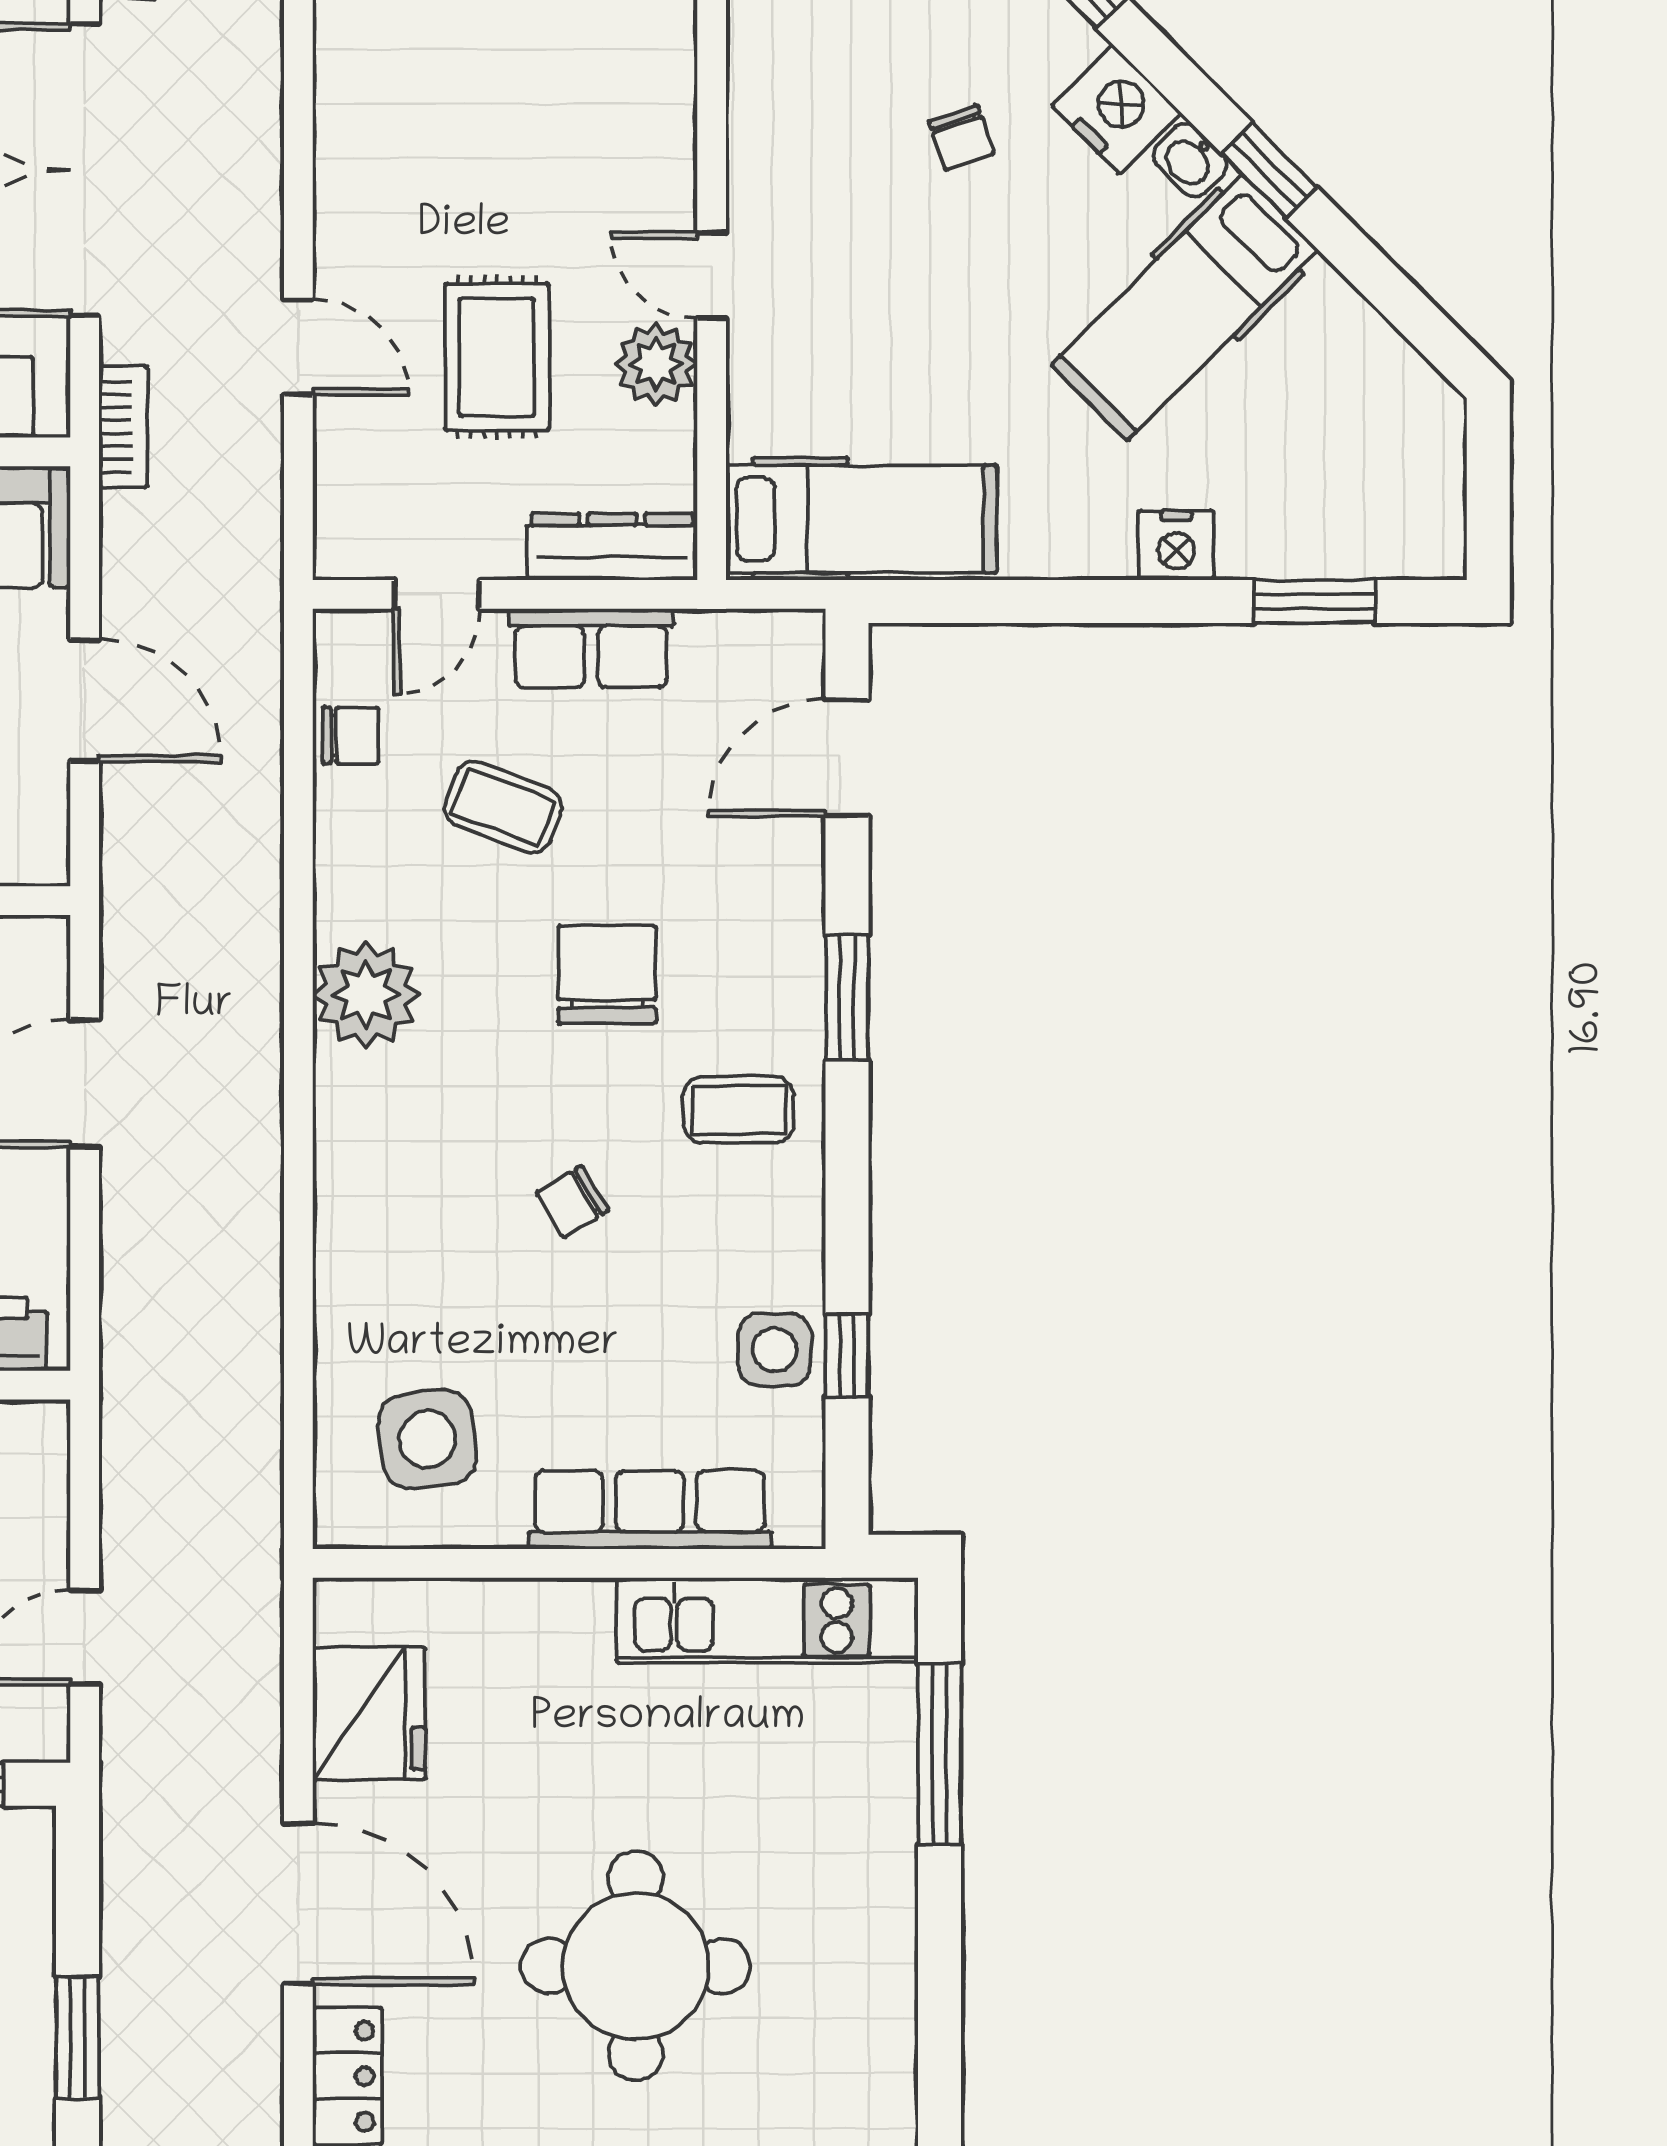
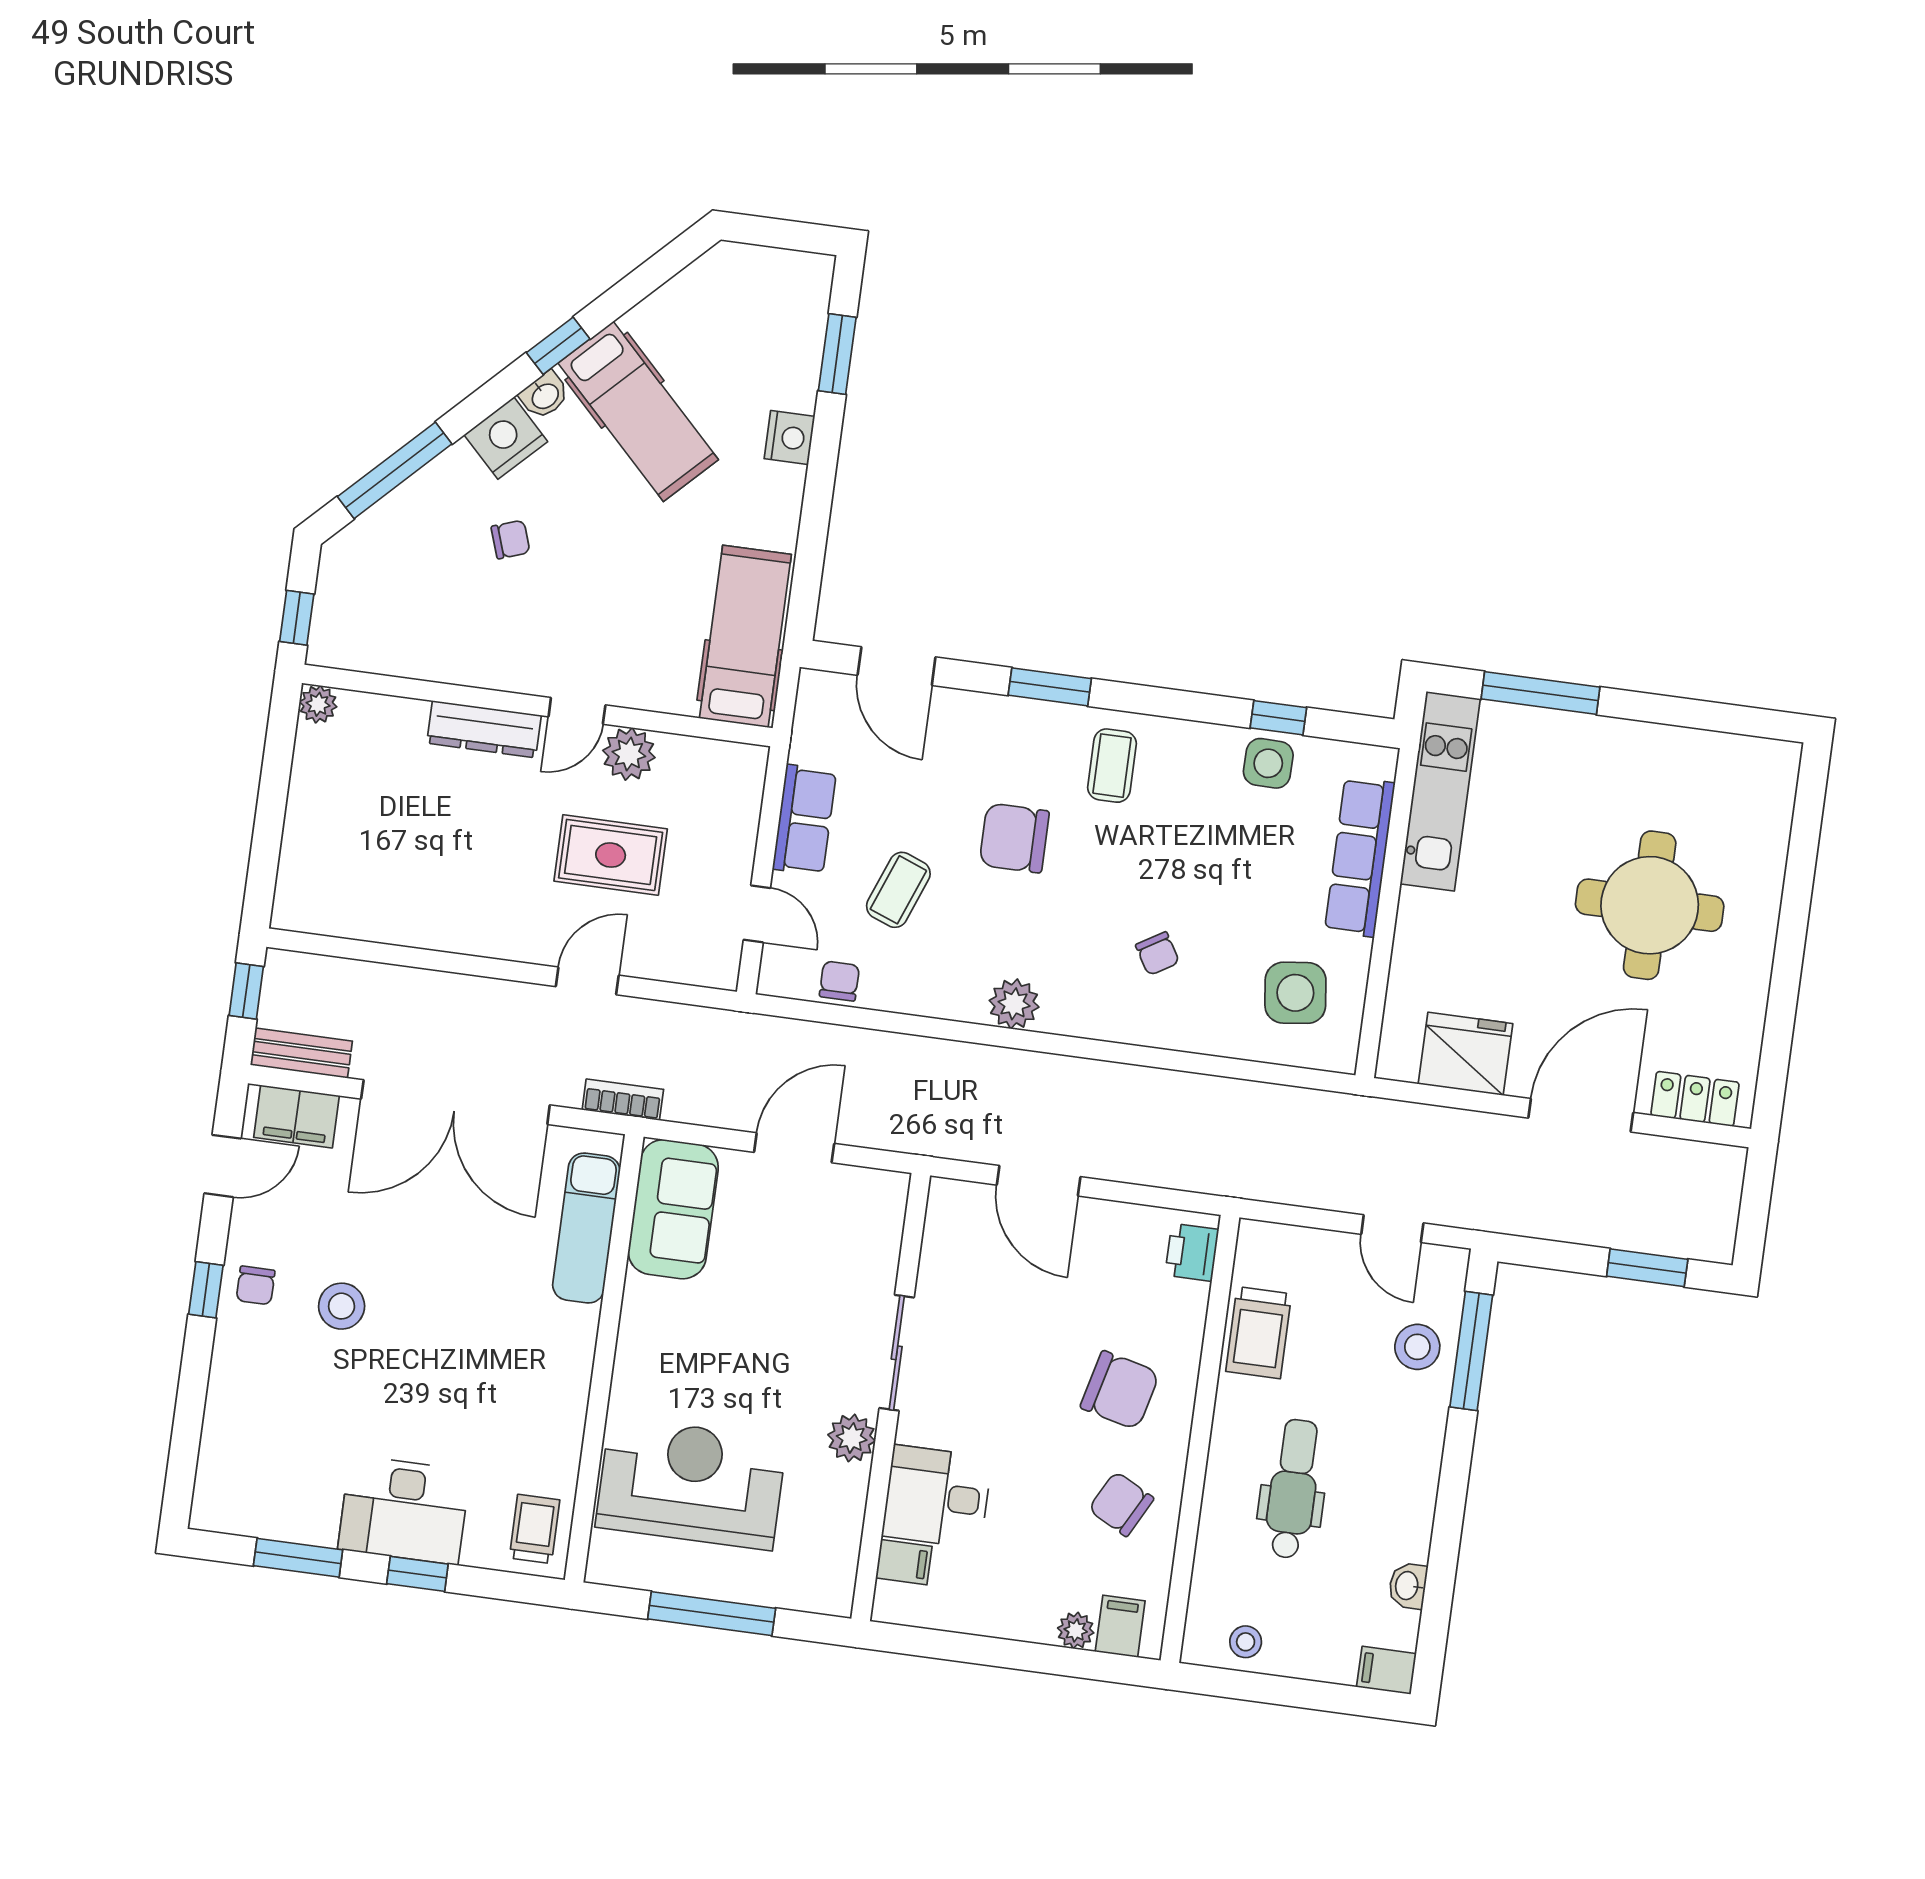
dresser: (612, 547) -> (484, 729), moved, turned -90
plant: (366, 994) -> (1014, 1004), width x0.73, depth x0.73
chair: (573, 1202) -> (1157, 954), moved

